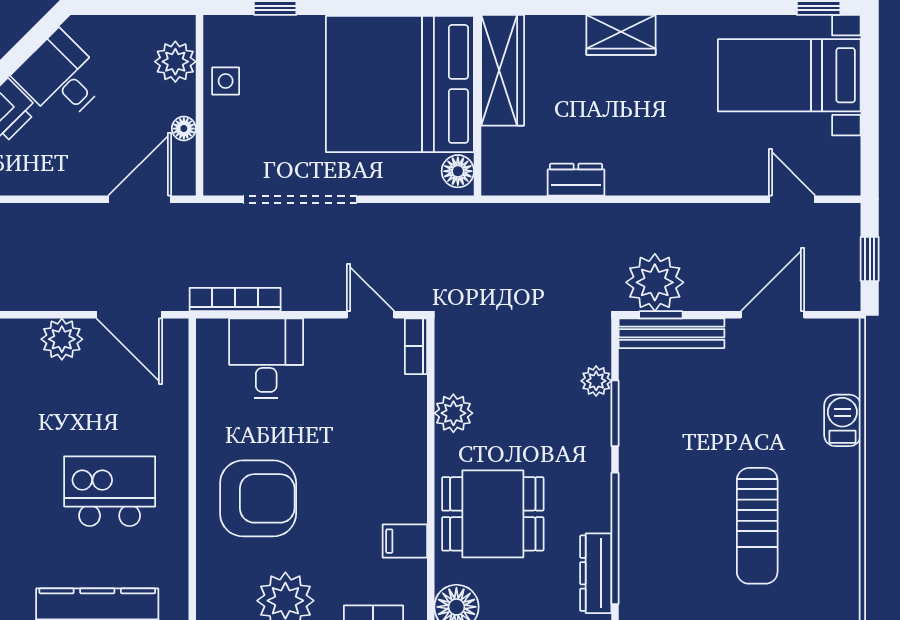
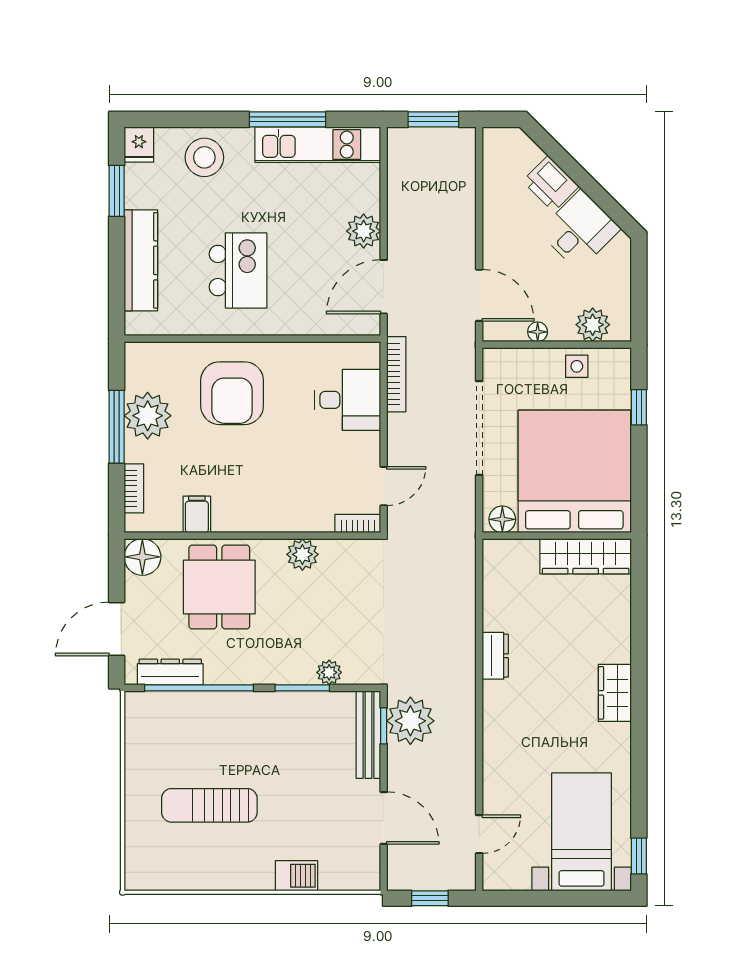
wardrobe: (503, 70) -> (586, 556), moved
bed: (400, 84) -> (574, 471), moved
wall: (478, 105) -> (557, 536), moved
floor lamp: (458, 171) -> (502, 519), moved

